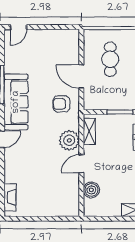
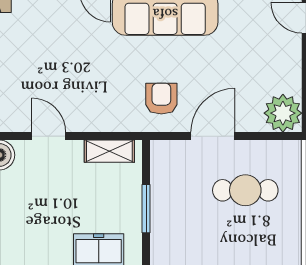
plant: (69, 140) -> (283, 113), moved

